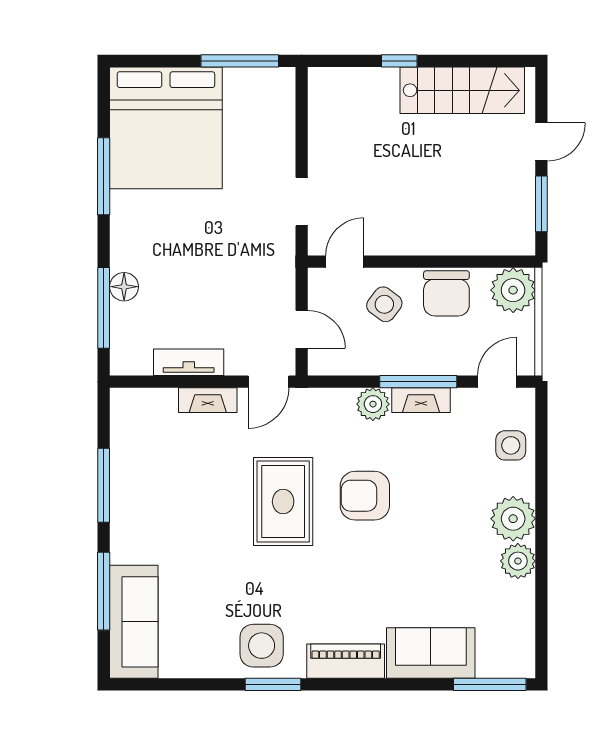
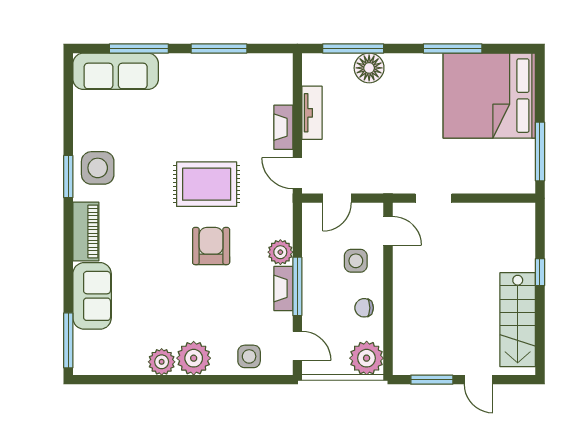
floor lamp: (124, 287) -> (369, 68), width x1.38, depth x1.38
chair: (446, 293) -> (364, 308), width x0.54, depth x0.54
side table: (384, 304) -> (356, 261), turned -37

